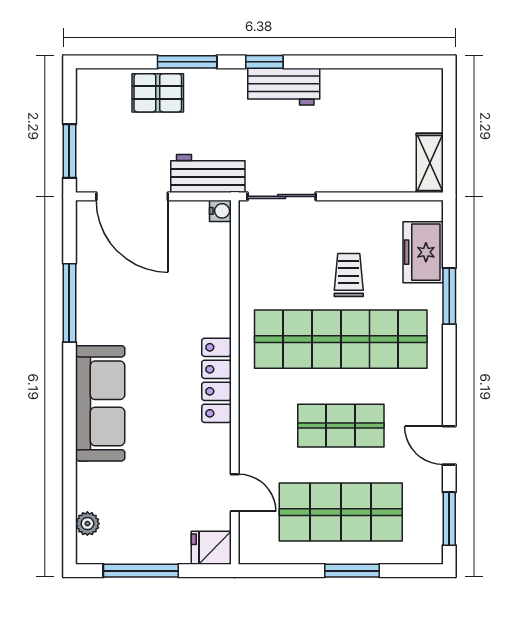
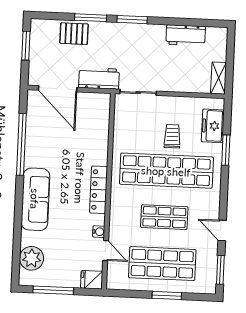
window: (264, 62) -> (132, 20), width x1.50
workbench: (284, 87) -> (186, 35), moved
window: (69, 151) -> (26, 46), moved
water cooler: (220, 211) -> (99, 232), moved
window: (69, 303) -> (21, 144), width x1.46
plant: (87, 524) -> (32, 258), width x1.88, depth x1.88

